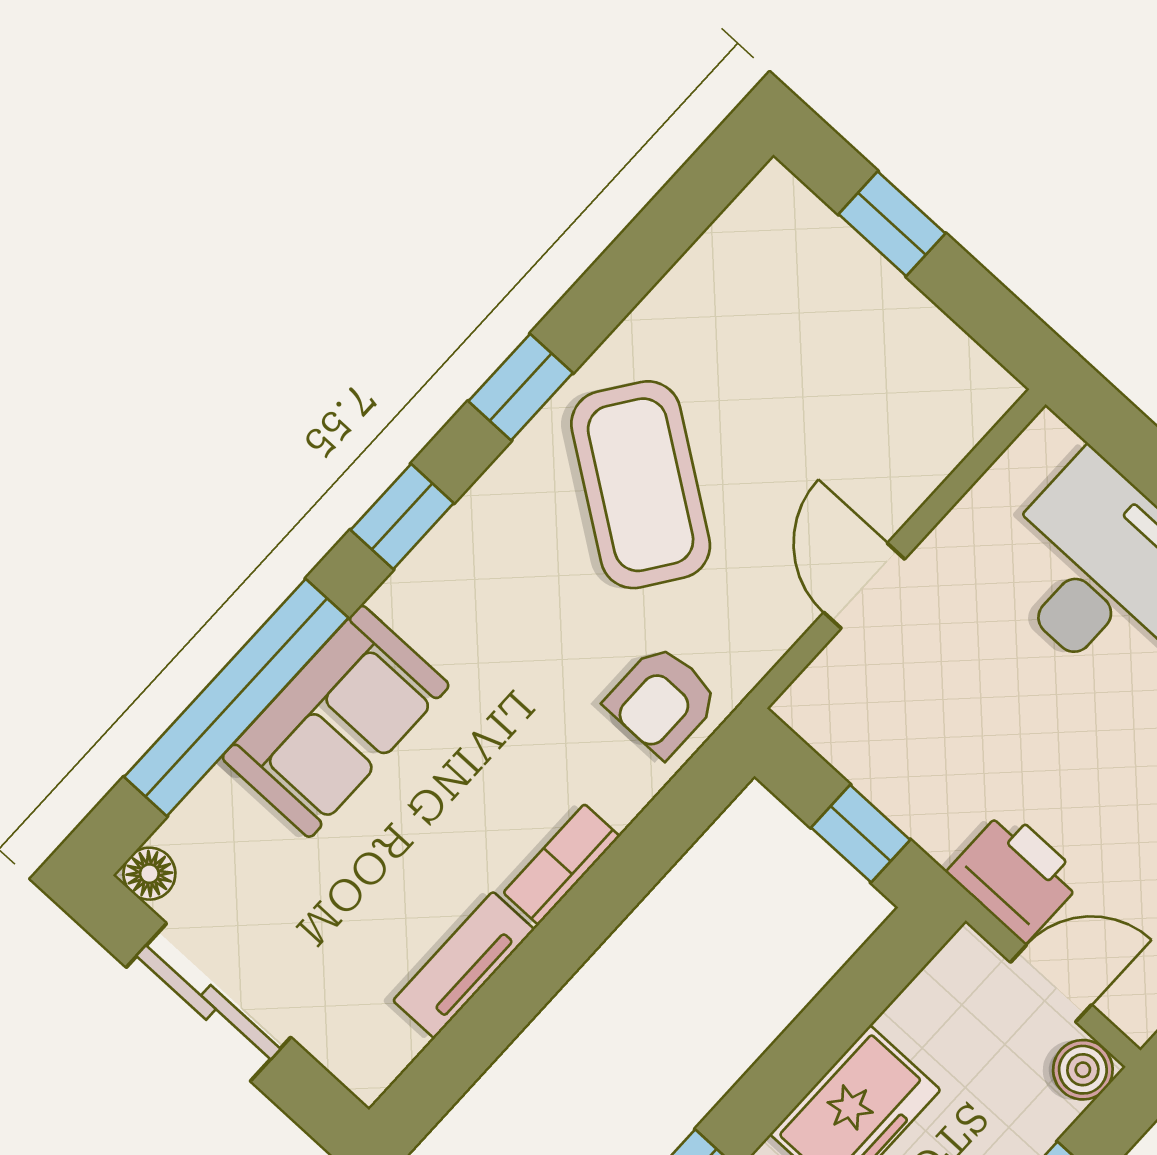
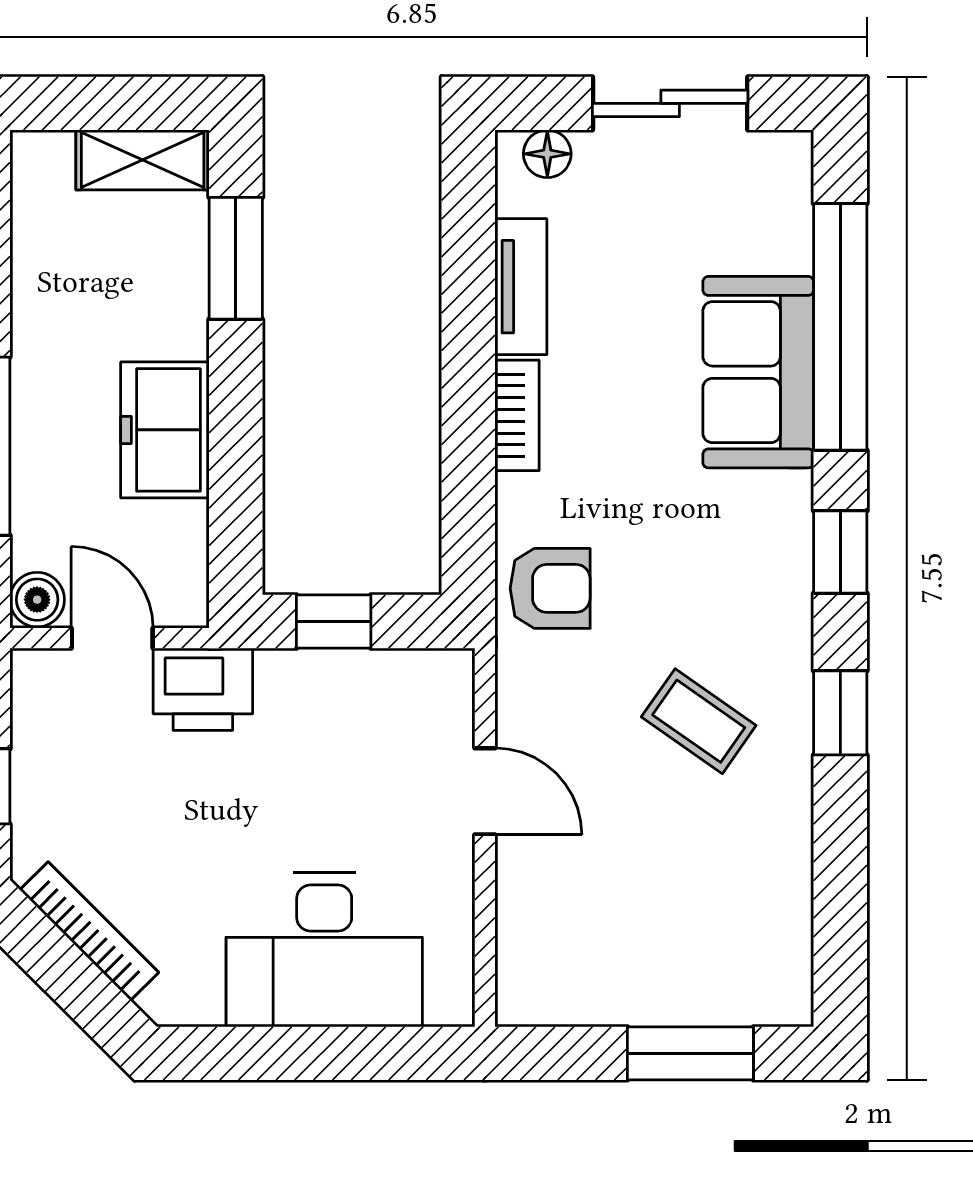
window: (892, 224) -> (690, 1053), width x1.50
coffee table: (641, 485) -> (699, 721), width x0.54, depth x0.58
armchair: (662, 701) -> (550, 588), turned 90
floor lamp: (149, 874) -> (547, 154), moved
door: (1051, 984) -> (112, 638), swing flipped

